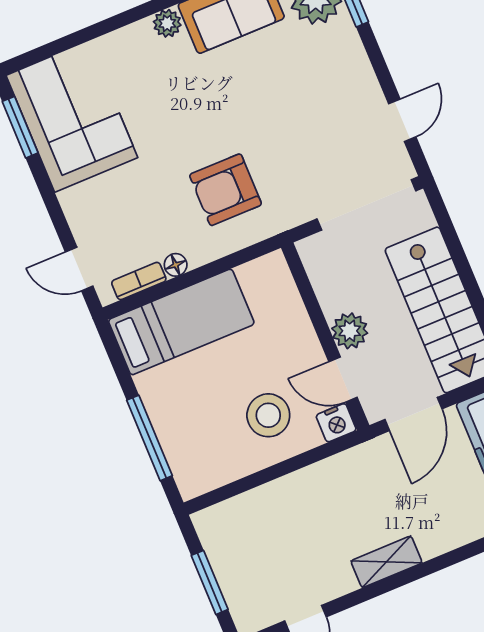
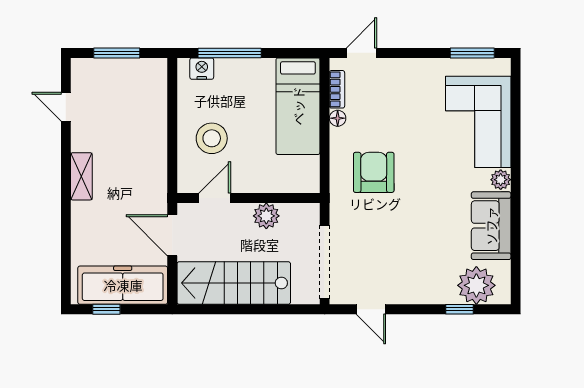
corner sofa: (72, 116) -> (478, 122), moved, turned 90
plant: (350, 331) -> (266, 216), moved
nightstand: (336, 423) -> (202, 69), moved, turned 90

